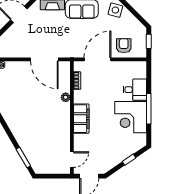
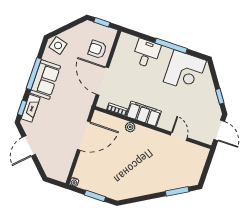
corner desk: (131, 117) -> (185, 71), moved
filing cabinet: (81, 119) -> (144, 114), moved
door: (72, 160) -> (179, 136), moved
window: (129, 160) -> (220, 96), moved

